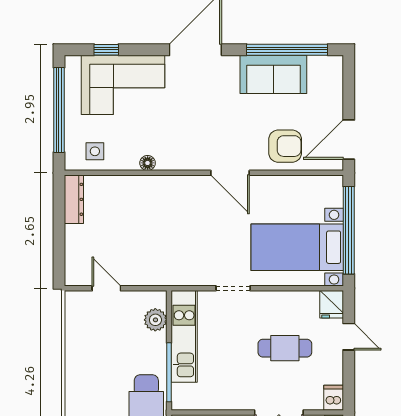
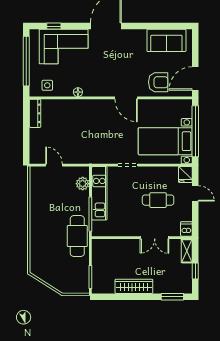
window: (287, 50) -> (159, 26), removed
sofa: (273, 74) -> (166, 40), moved

